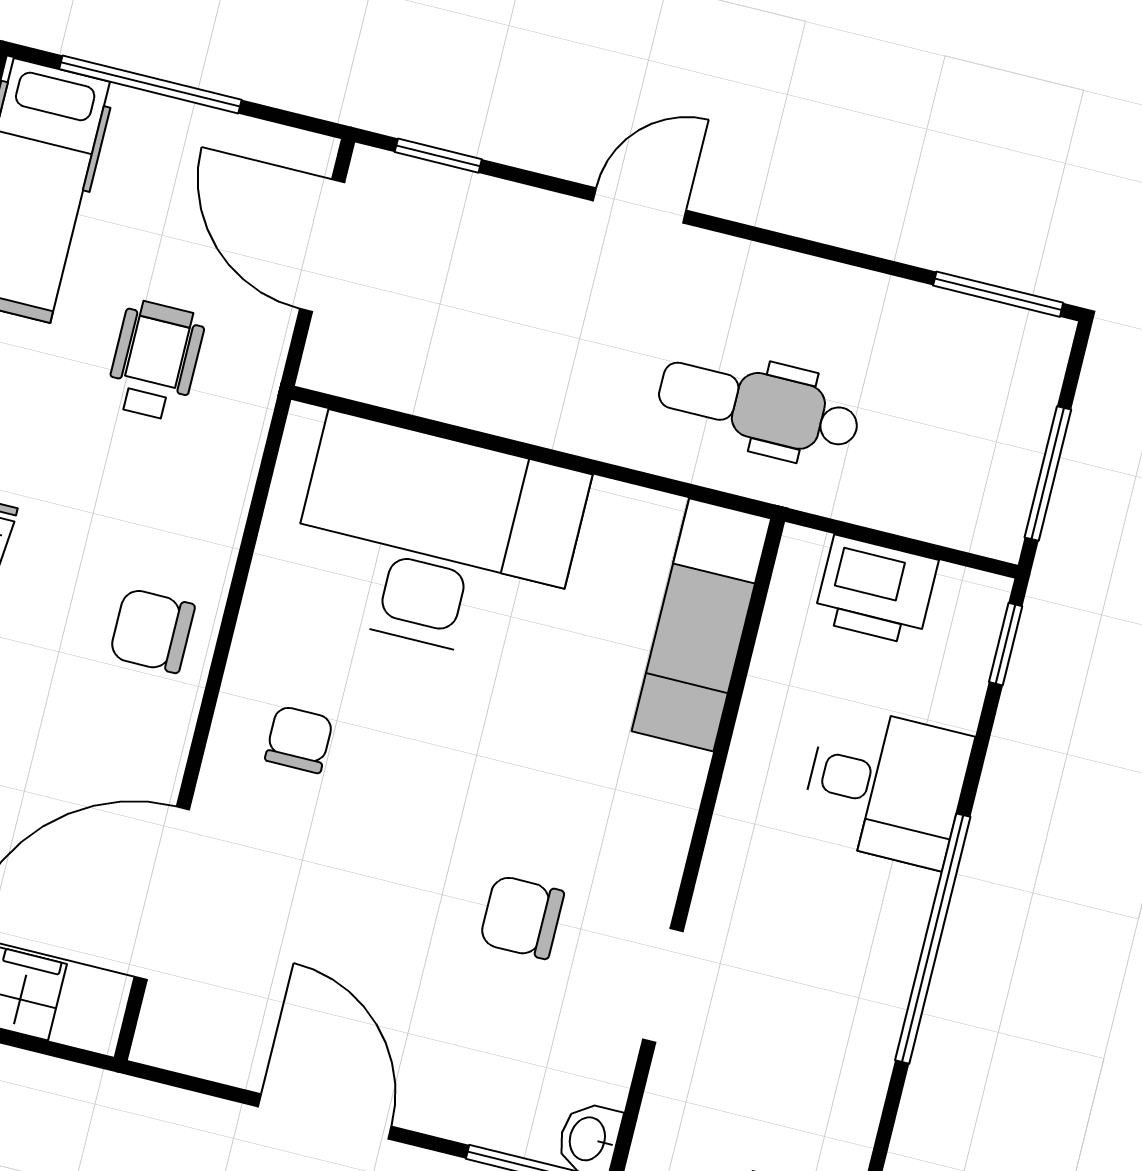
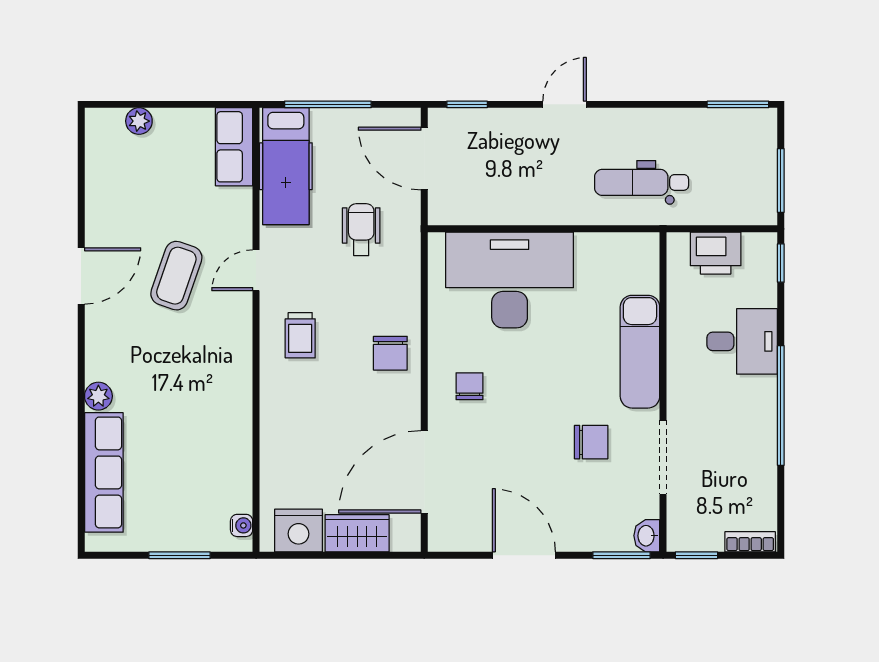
exam couch: (701, 625) -> (640, 352), moved
chair: (152, 631) -> (390, 353), turned -90
chair: (522, 917) -> (591, 442), turned 180
doorway: (663, 986) -> (663, 457), width x1.38

